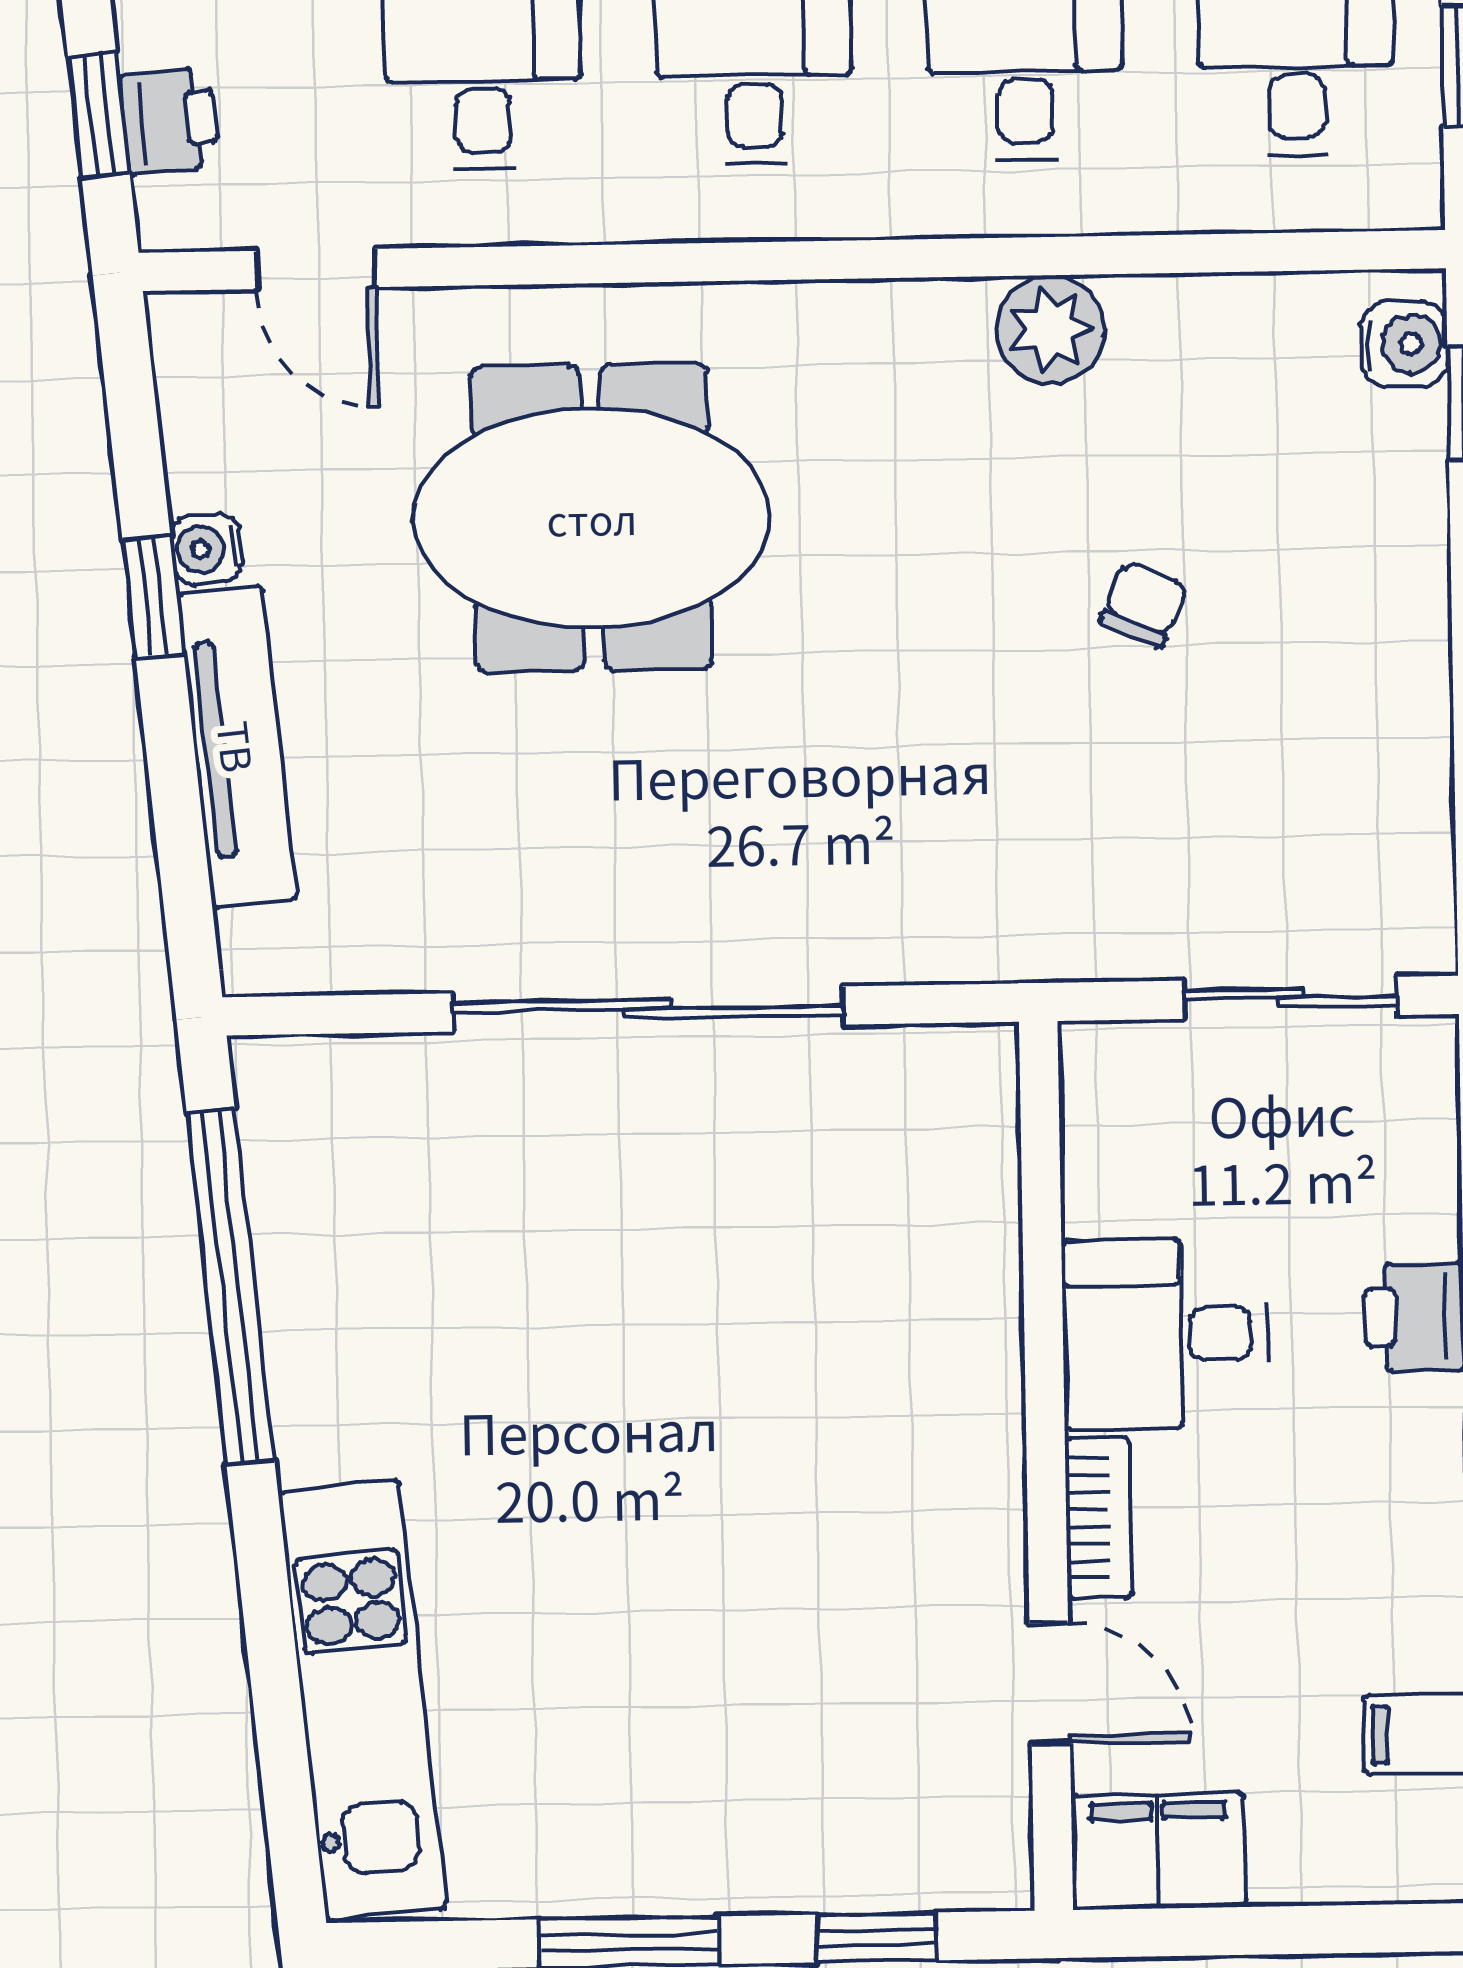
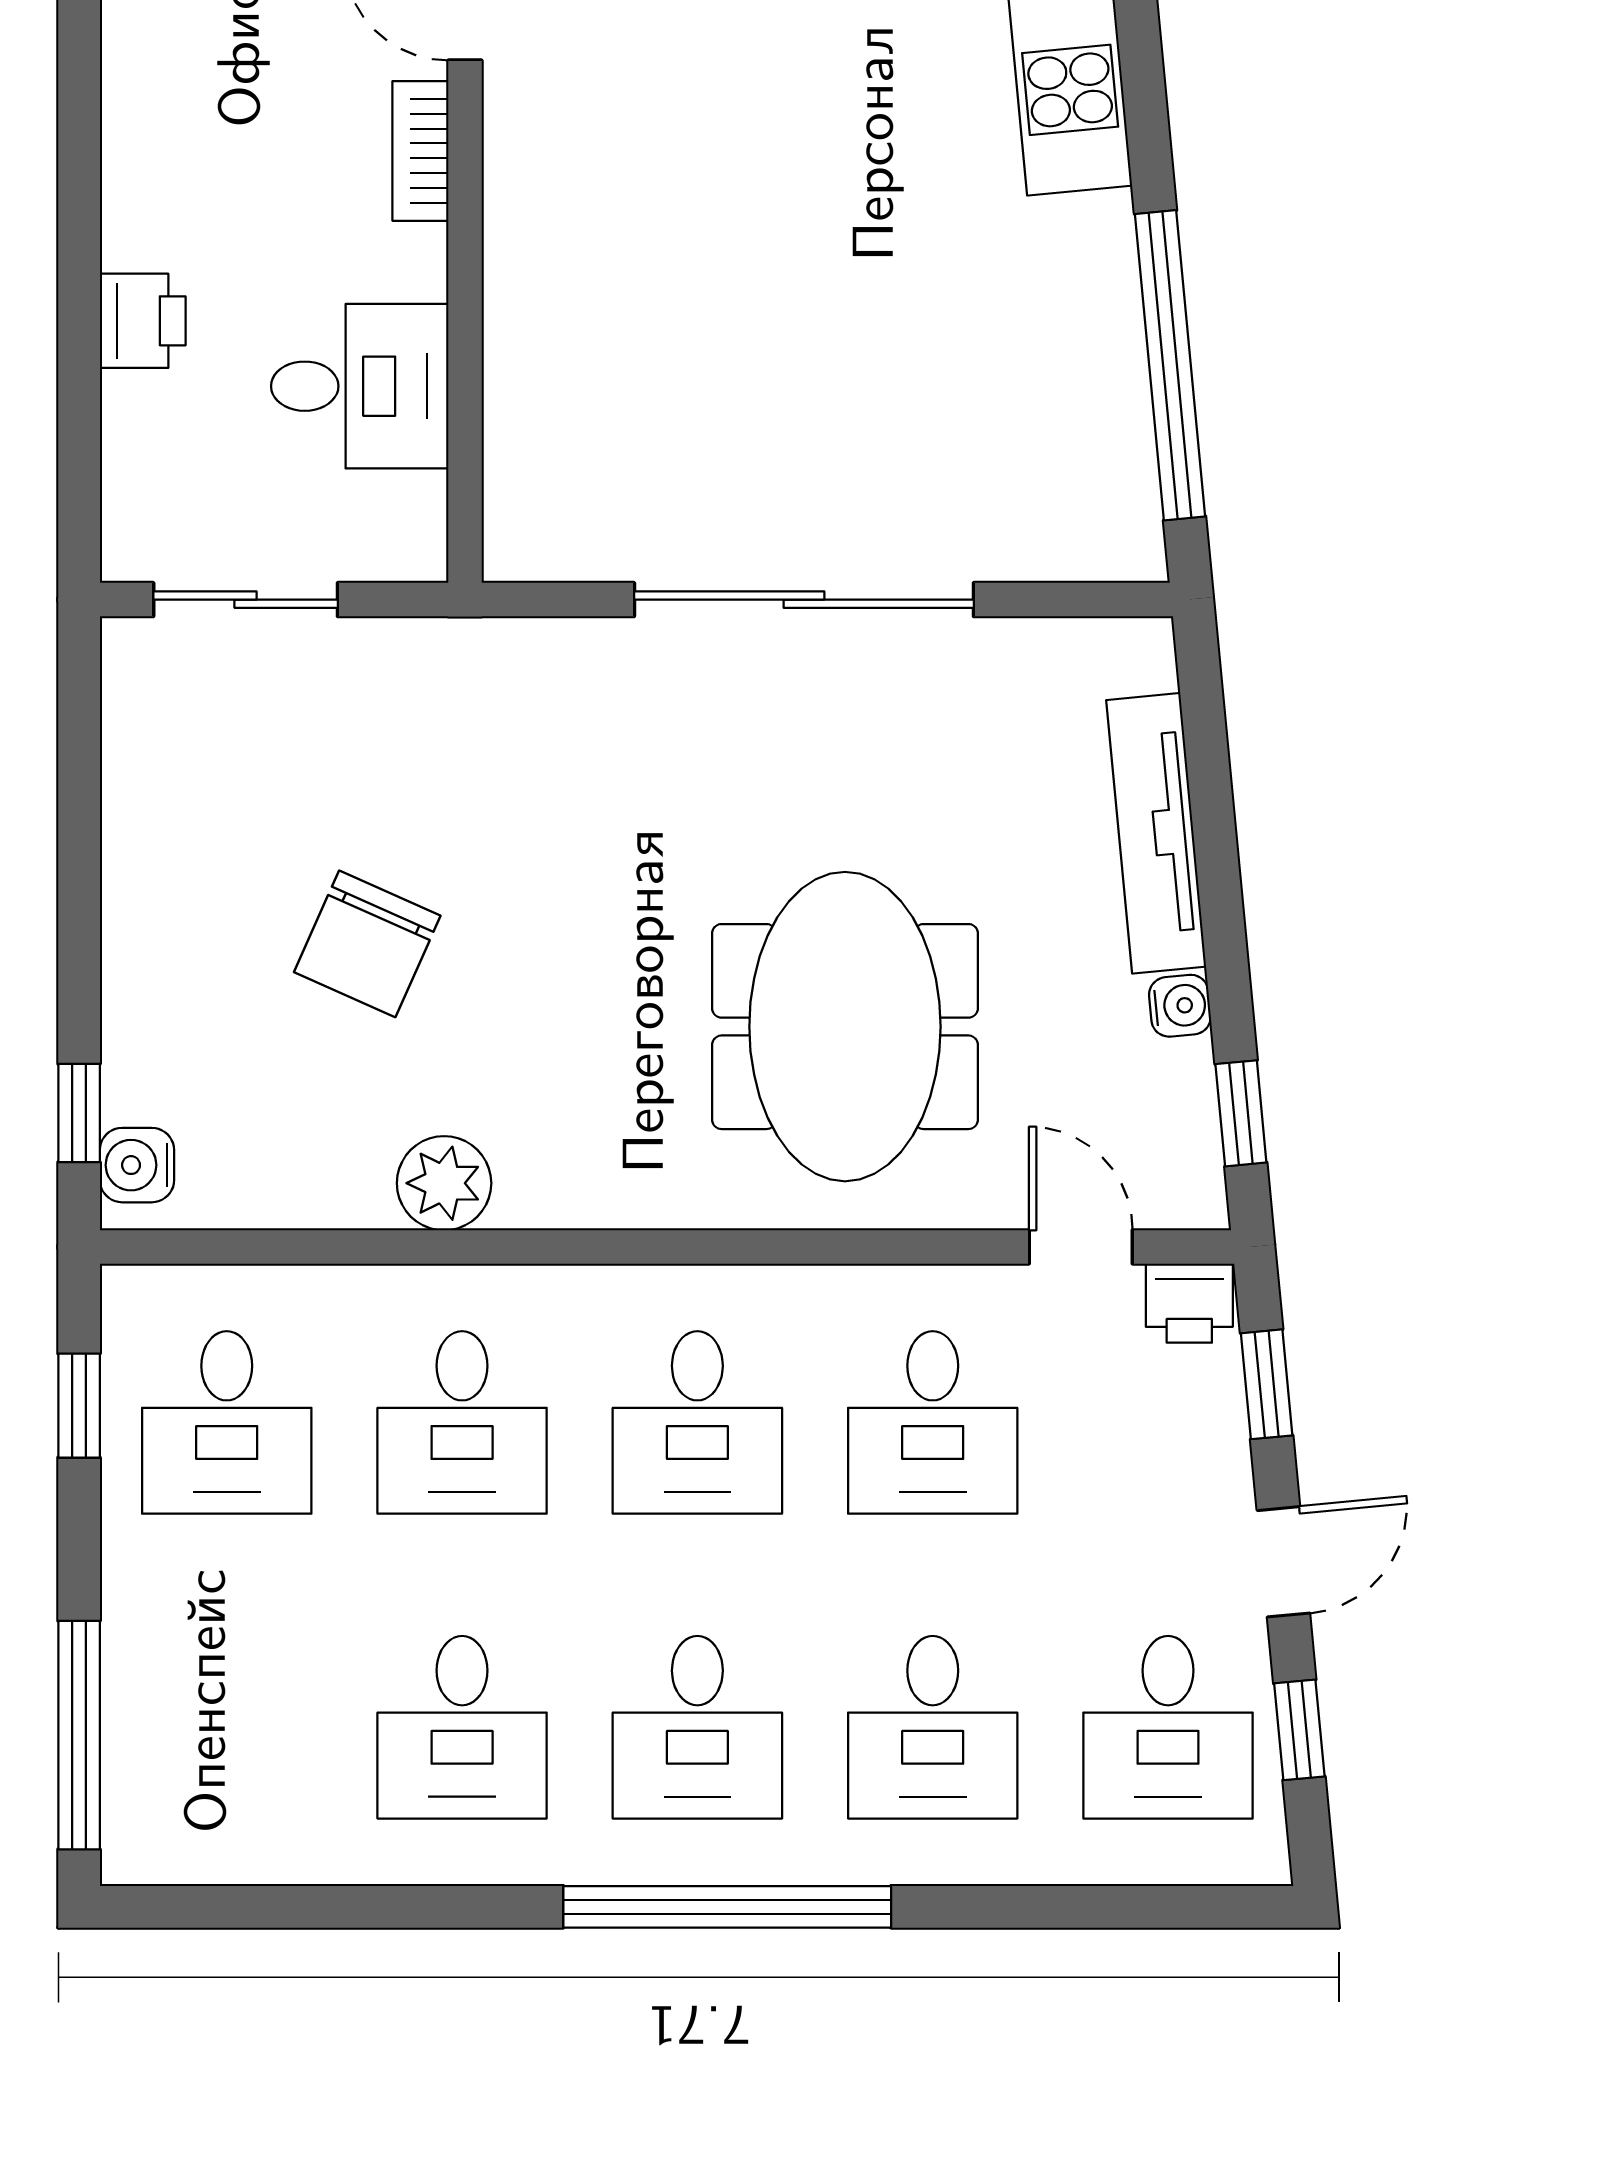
printer: (169, 121) -> (1189, 1303), moved, turned -85
meeting table: (592, 518) -> (845, 1027), turned 90
window: (153, 596) -> (1241, 1113), moved
chair: (1144, 604) -> (367, 944), width x1.87, depth x1.87
desk: (1165, 1334) -> (360, 386), moved

